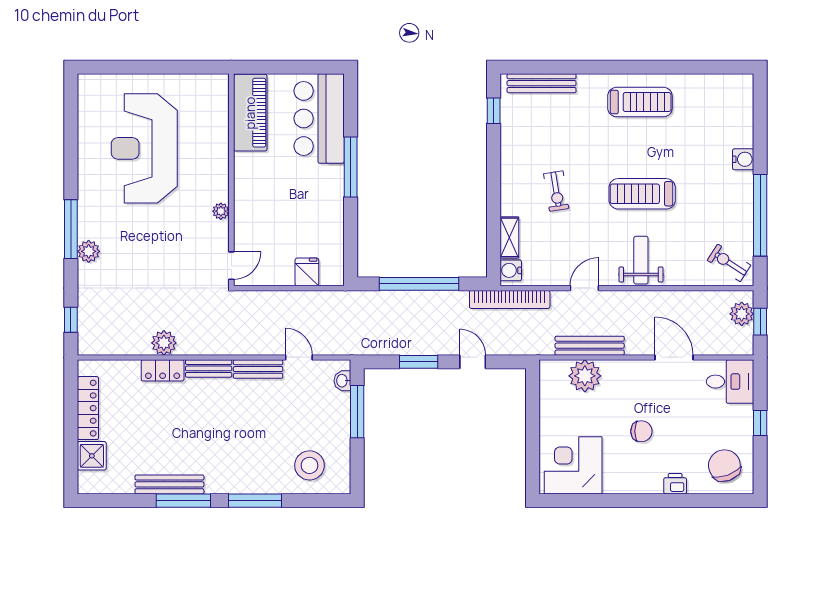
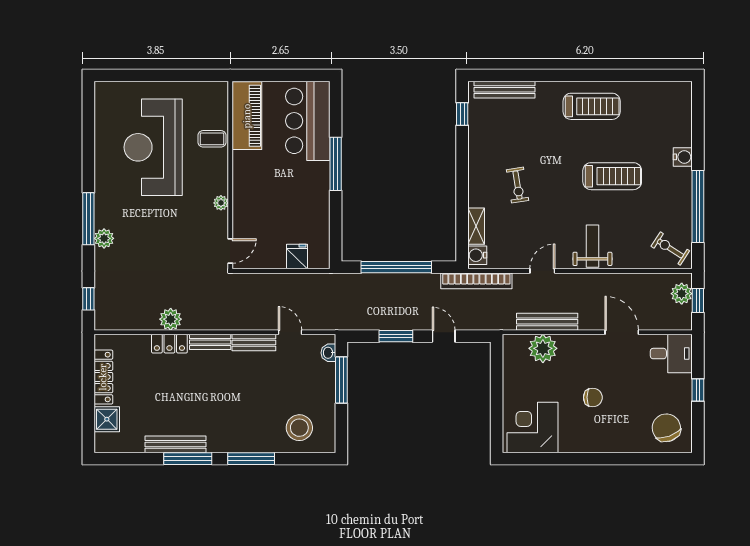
coffee table: (211, 139) -> (212, 139), added
treadmill: (642, 194) -> (612, 176), moved, turned 180
printer: (675, 484) -> (623, 444), removed

